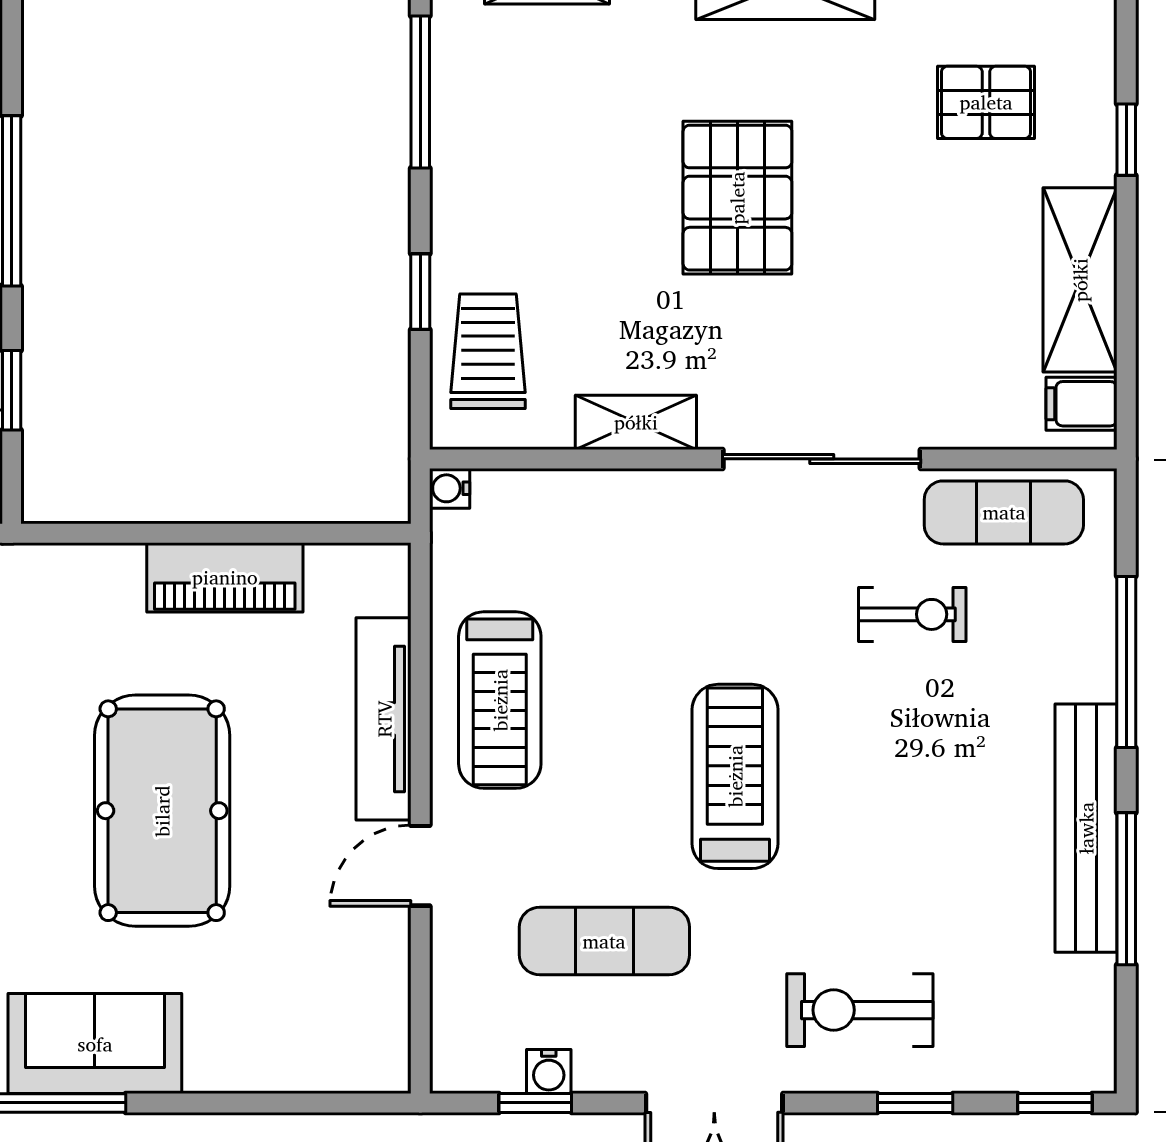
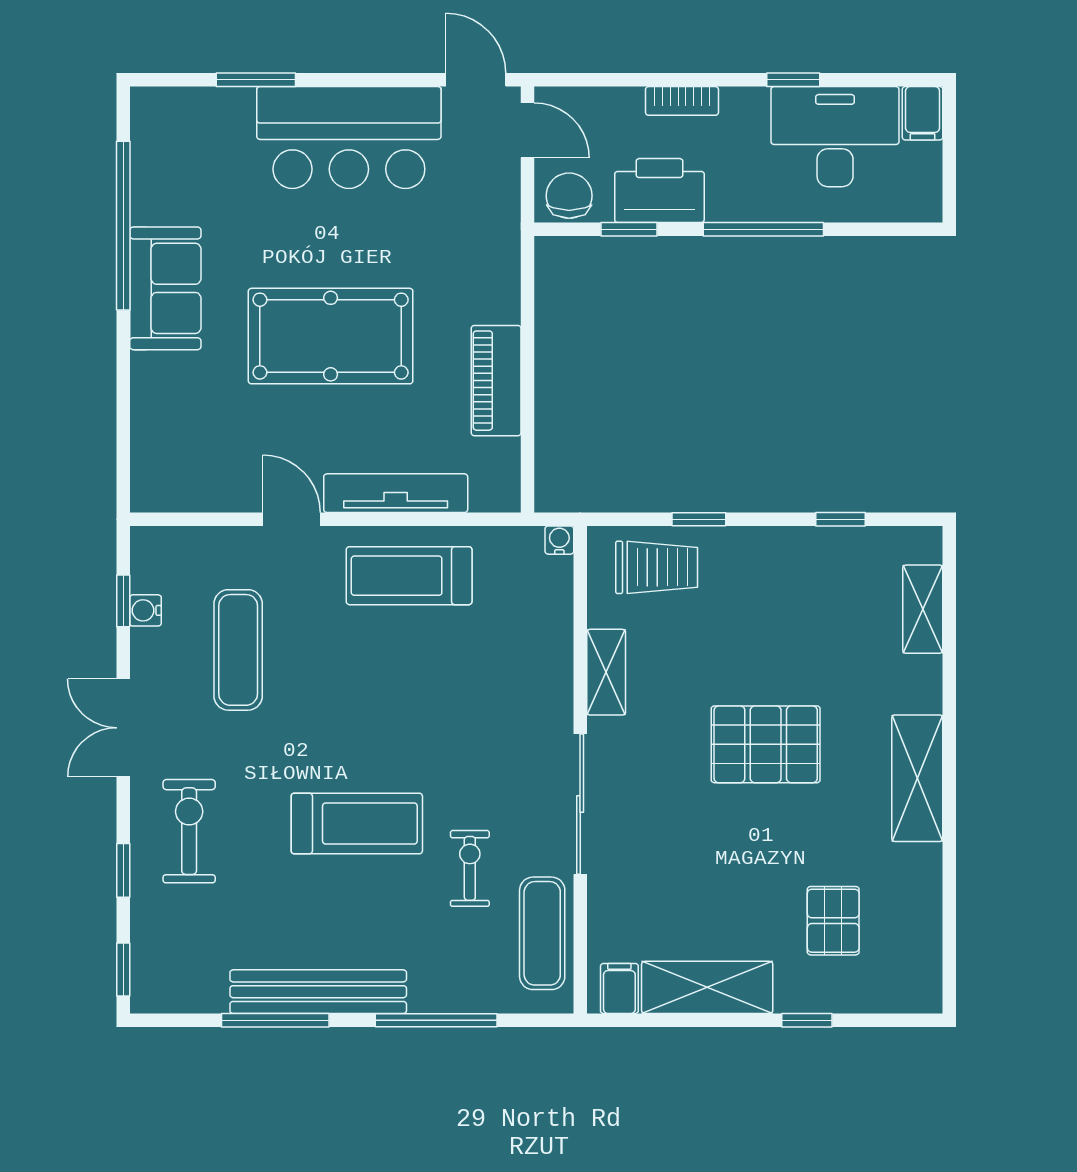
window: (420, 92) -> (841, 519), width x0.46
exercise bike: (912, 614) -> (470, 868), turned 180
treadmill: (735, 776) -> (357, 823), moved

